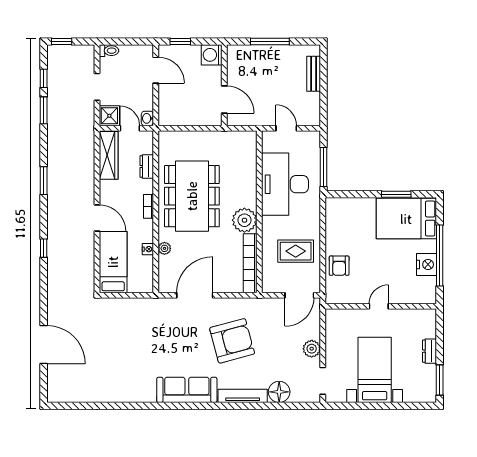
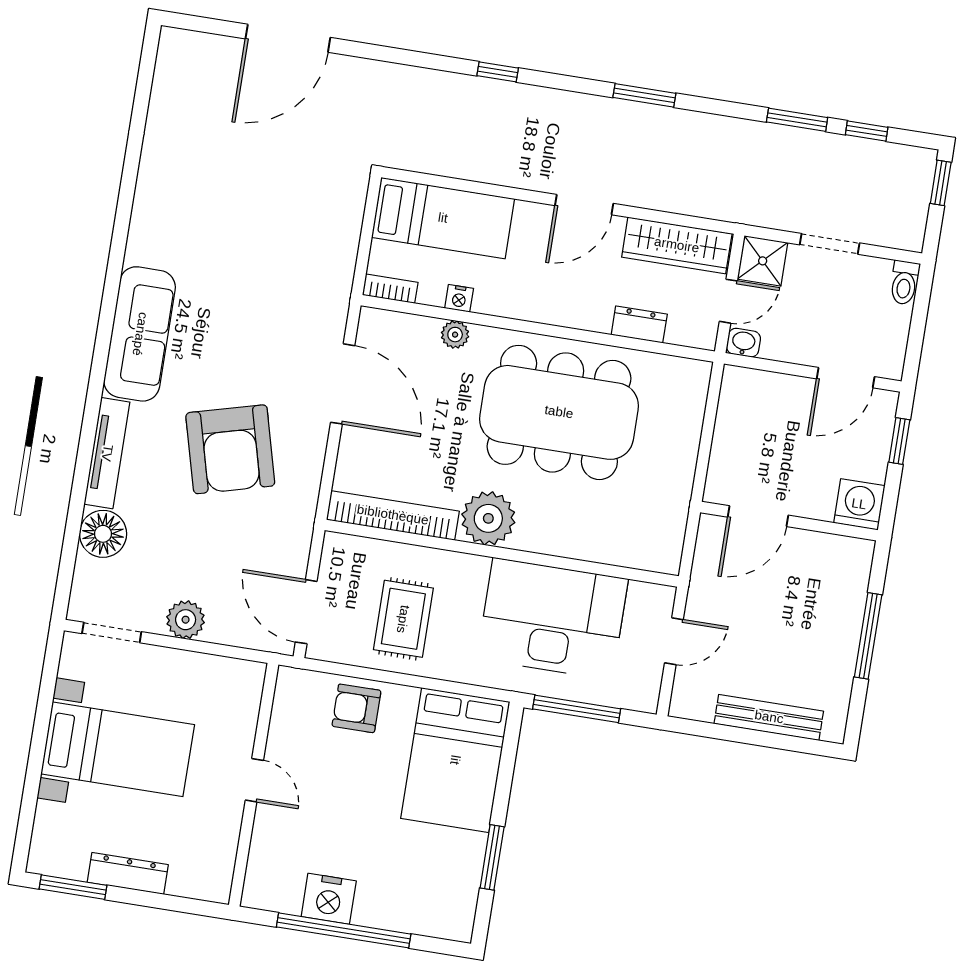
bench: (314, 74) -> (769, 717), width x1.36
bookcase: (149, 206) -> (390, 289), moved
door: (97, 218) -> (584, 205), moved
bed: (406, 219) -> (455, 760), moved, turned 180
dresser: (430, 351) -> (128, 873), width x1.44

